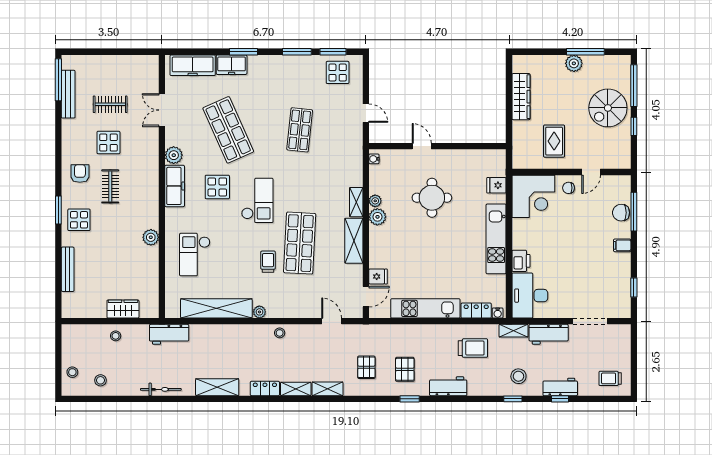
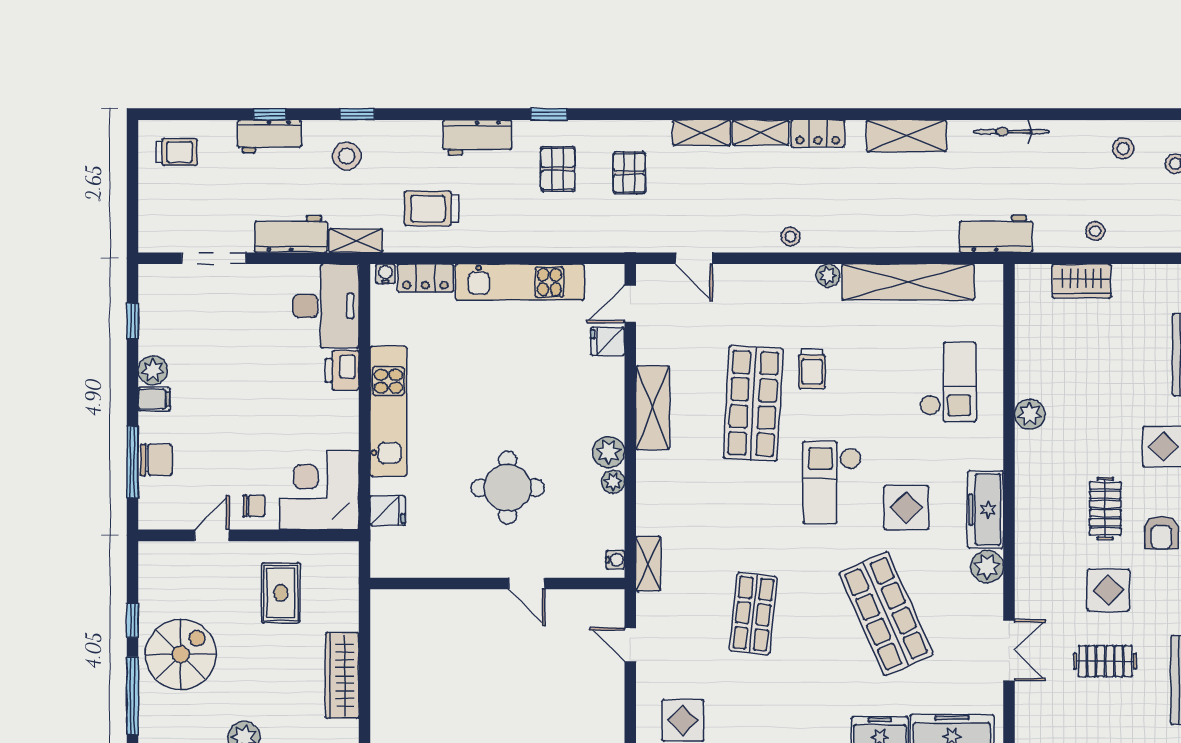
shelving: (356, 202) -> (648, 564), moved
plant: (623, 261) -> (153, 370), added

